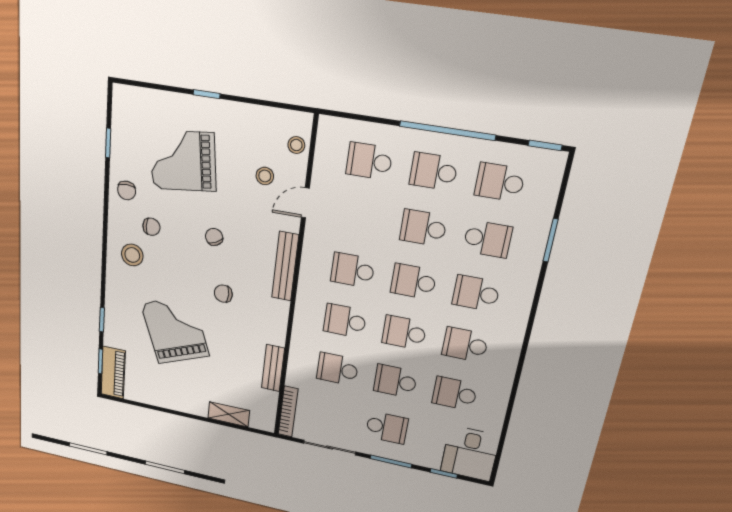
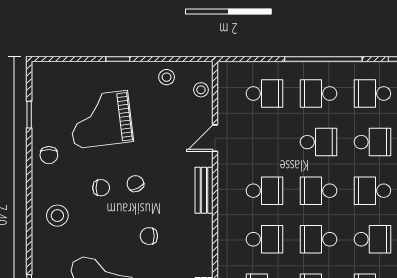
school desk: (369, 161) -> (264, 94), turned 180
stool: (265, 176) -> (167, 77), moved
chair: (151, 227) -> (101, 188), moved
school desk: (423, 228) -> (318, 142), turned 180
bench: (285, 266) -> (204, 190), width x0.73
school desk: (353, 270) -> (264, 191), turned 180
school desk: (345, 321) -> (264, 239), turned 180
school desk: (465, 345) -> (372, 239), turned 180

